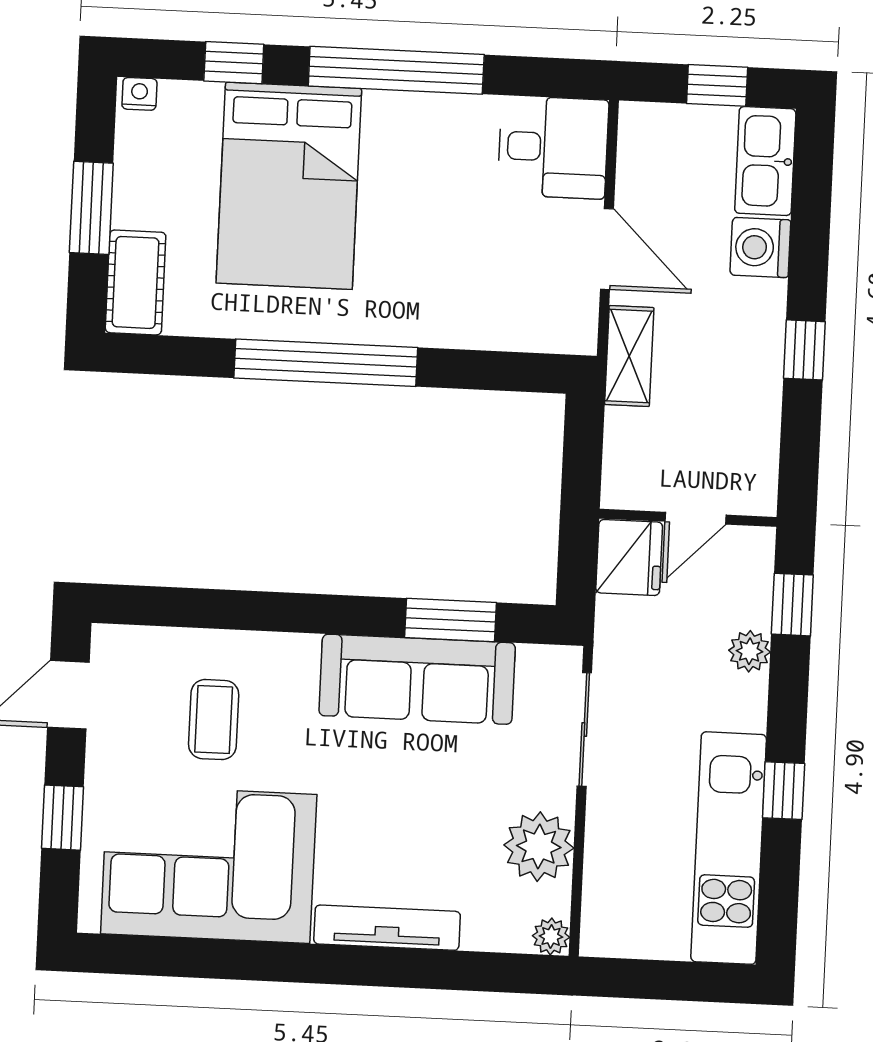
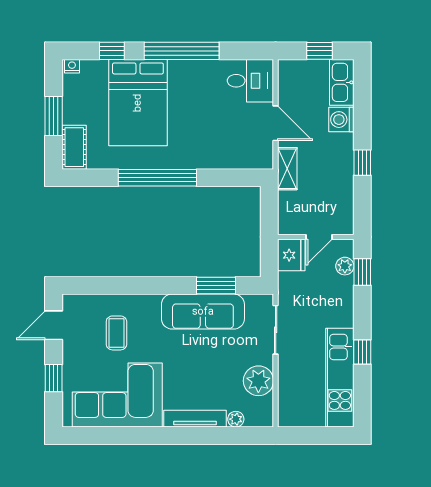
plant: (749, 651) -> (345, 266), moved
plant: (551, 936) -> (236, 419), moved

